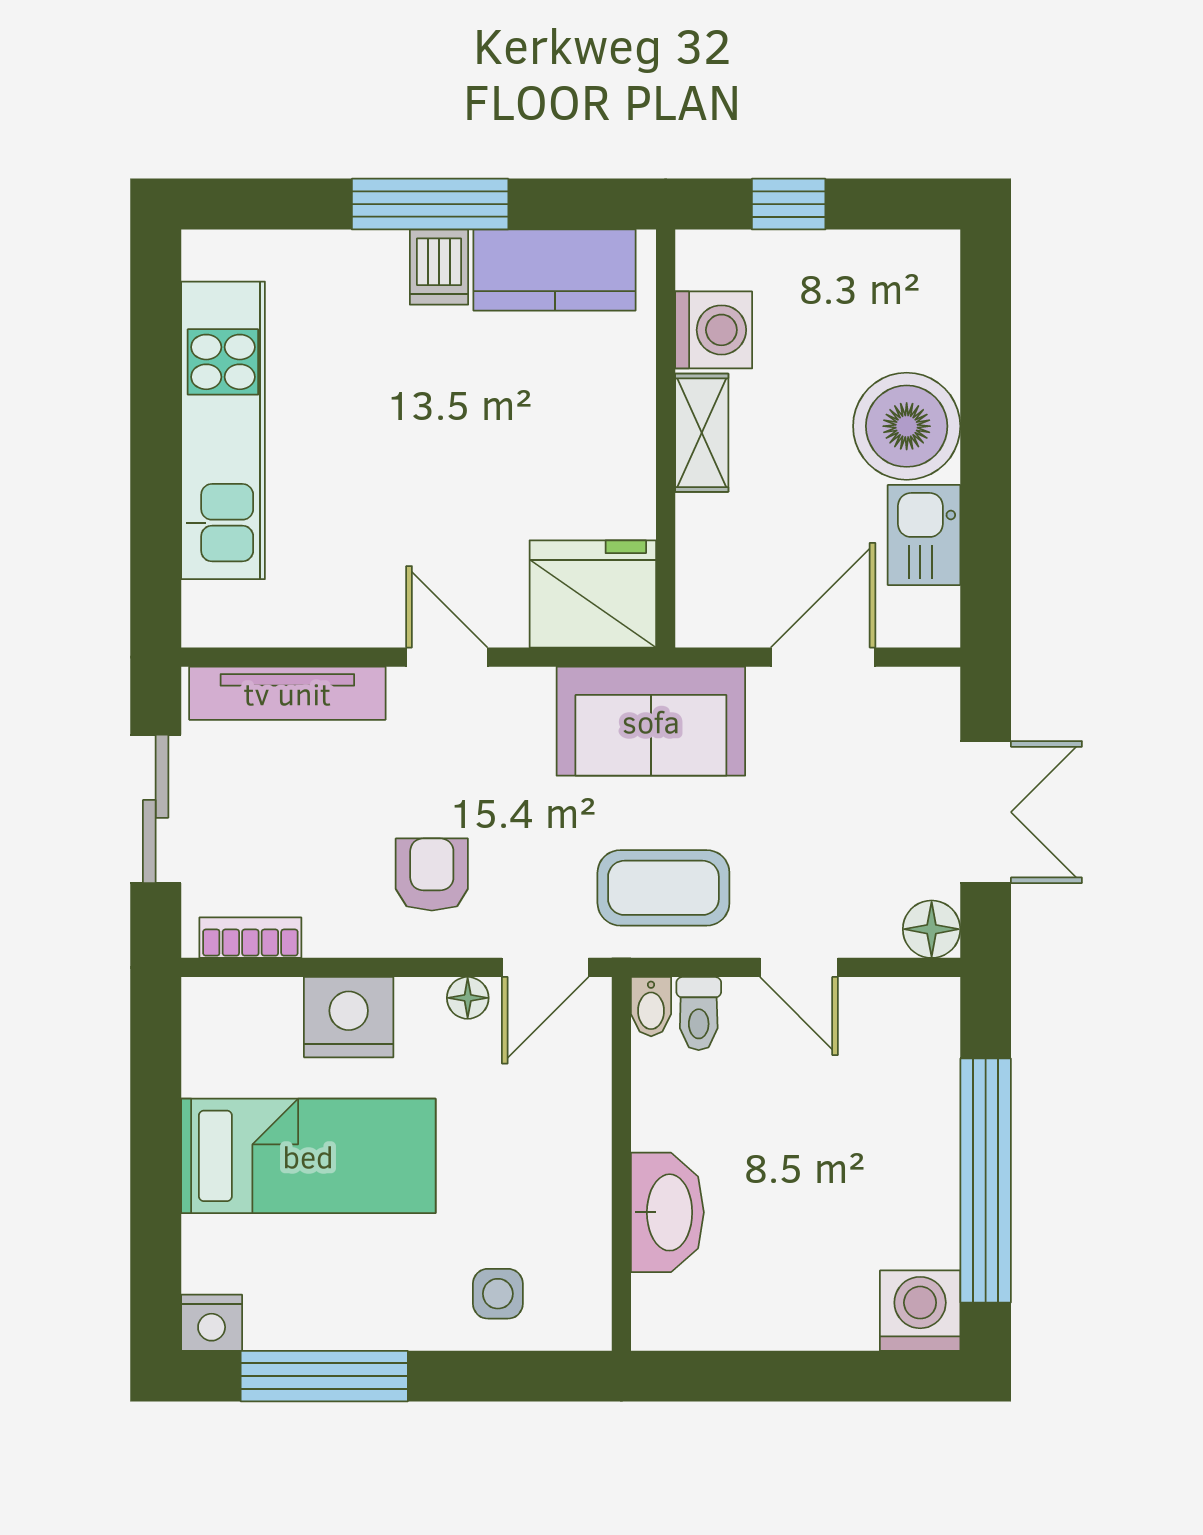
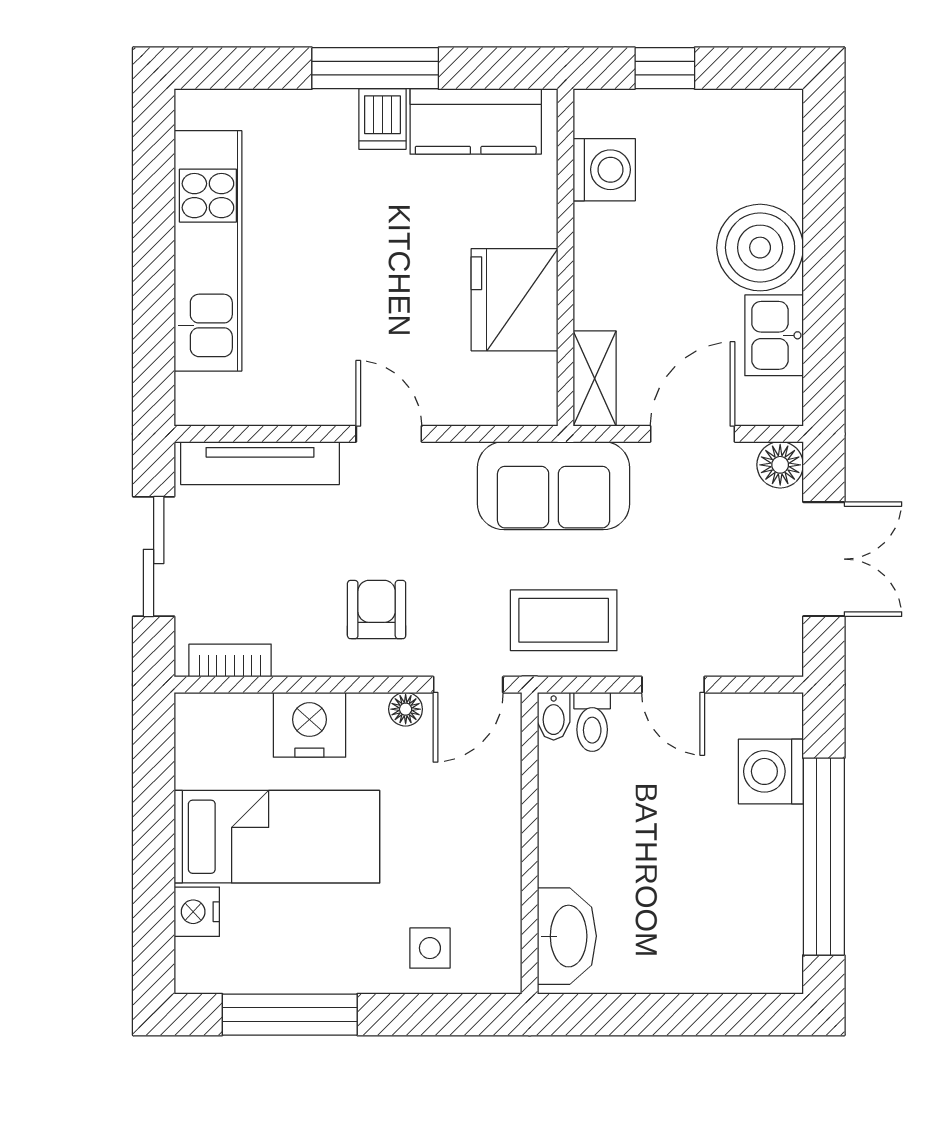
shelving: (702, 433) -> (595, 378), moved
fridge: (593, 594) -> (514, 300), moved, turned -90
floor lamp: (932, 929) -> (780, 465), moved
washbasin: (667, 1212) -> (567, 936), moved
washing machine: (920, 1311) -> (771, 771), moved, turned -90
nightstand: (212, 1323) -> (197, 912), moved, turned 90

